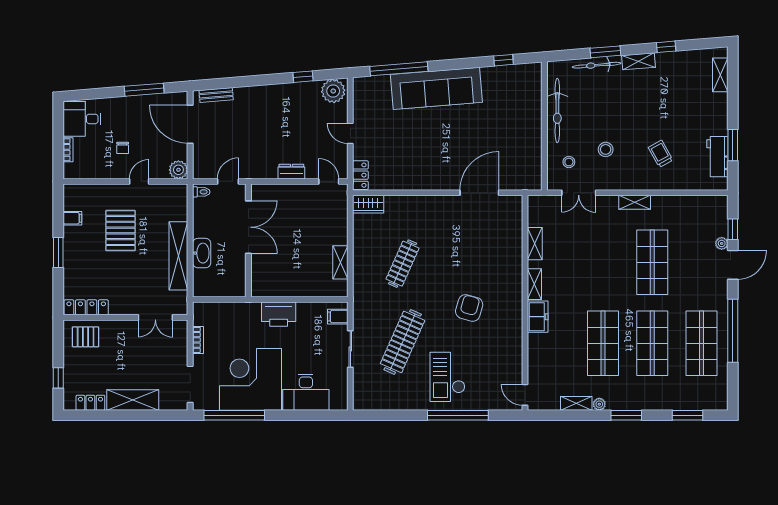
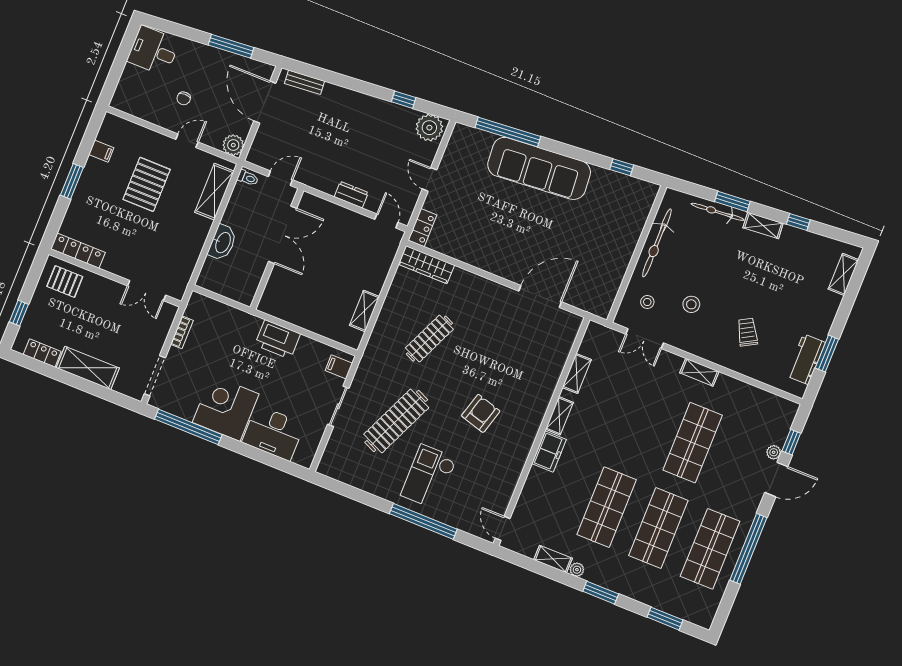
bookcase: (68, 150) -> (126, 77), removed
wardrobe: (368, 204) -> (426, 265), width x1.50
shelving: (178, 256) -> (214, 192), moved, width x0.68
corner desk: (251, 379) -> (226, 408), width x0.74, depth x0.74

